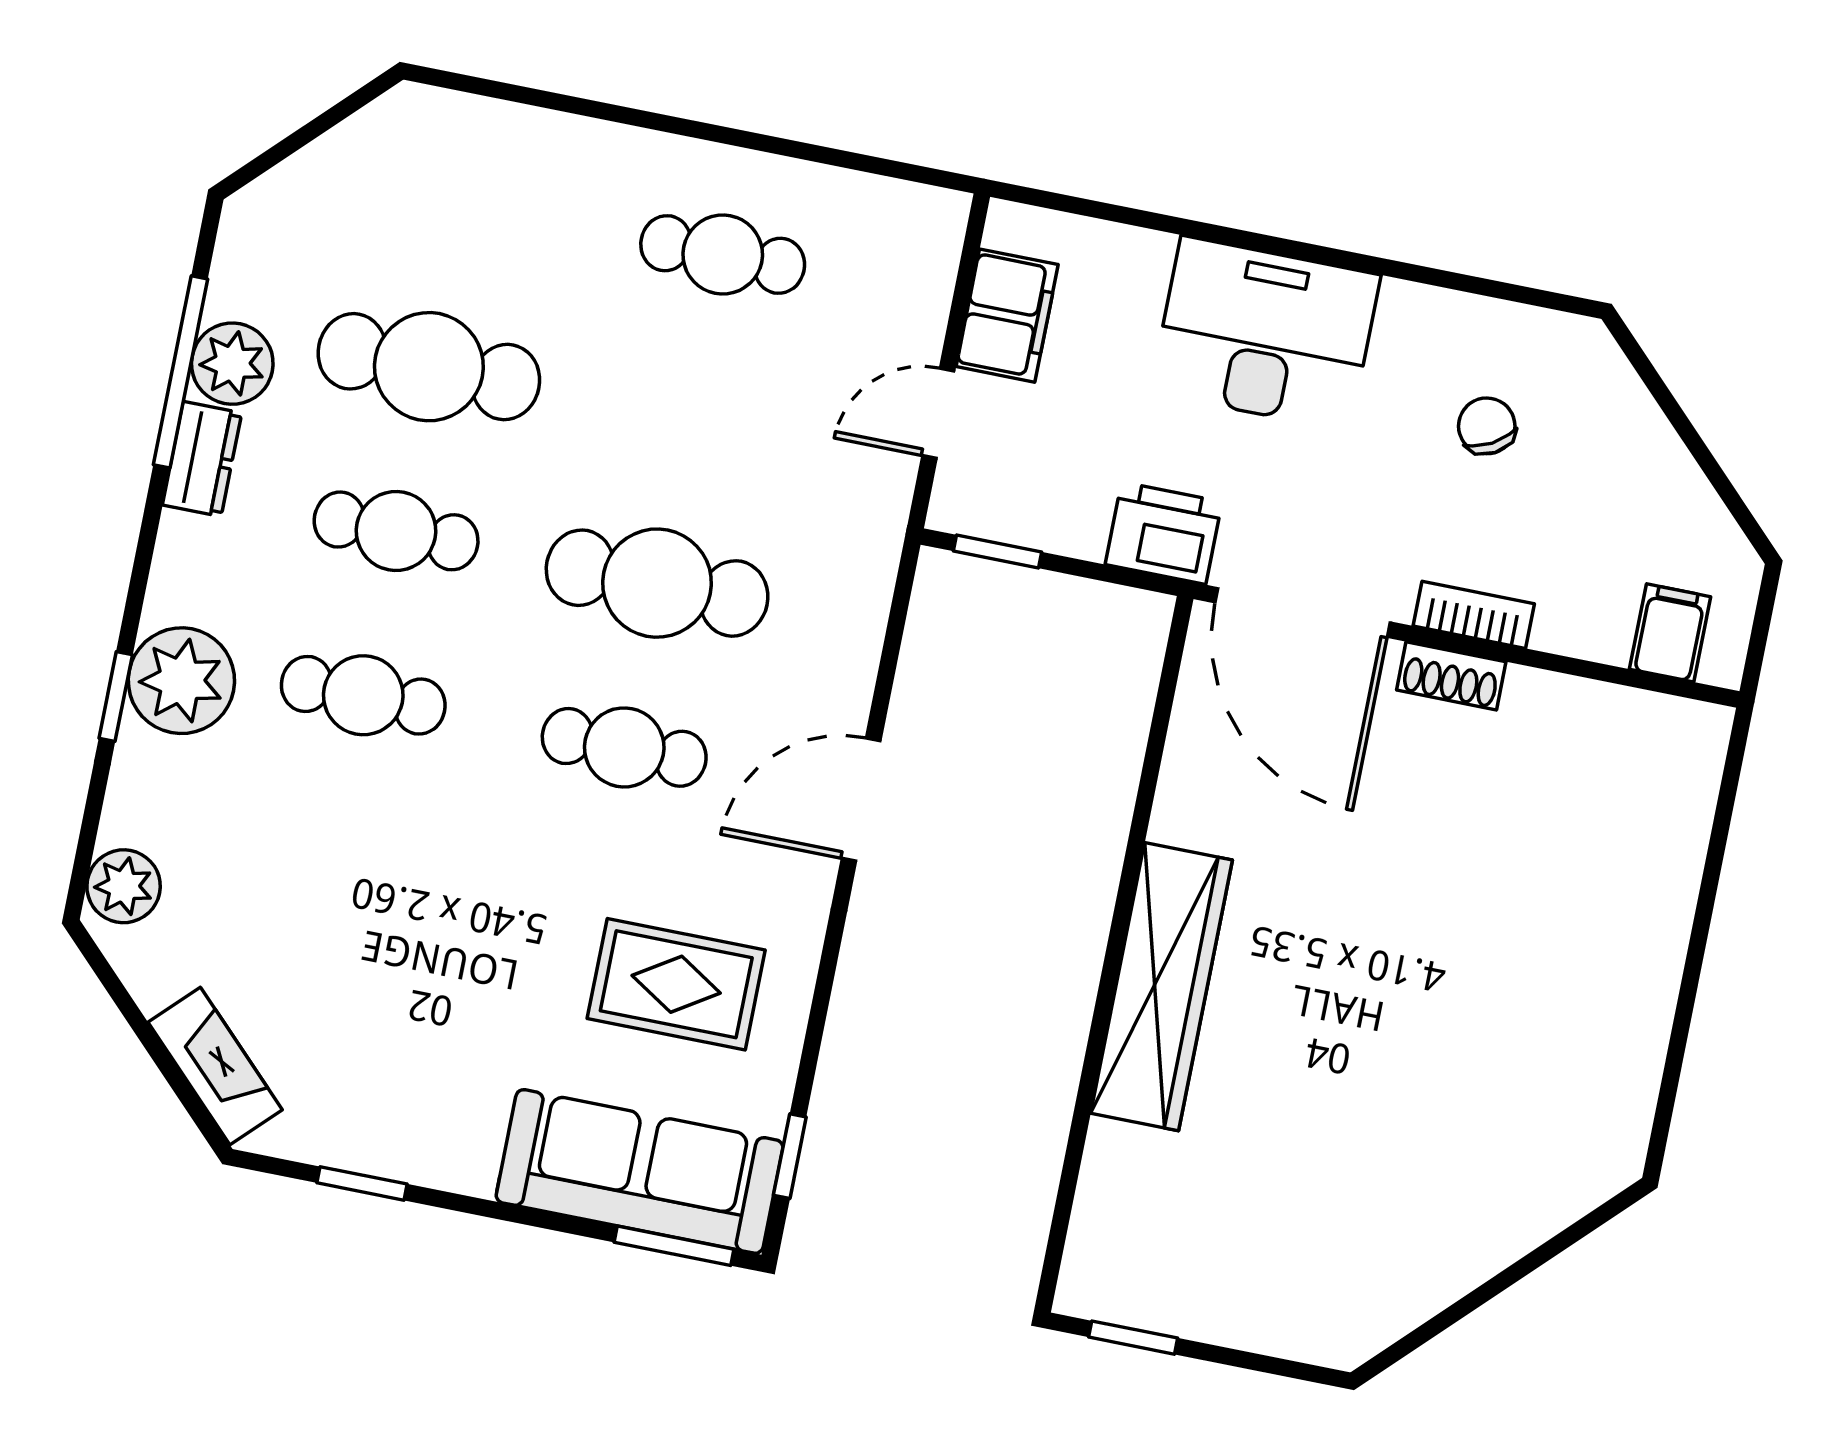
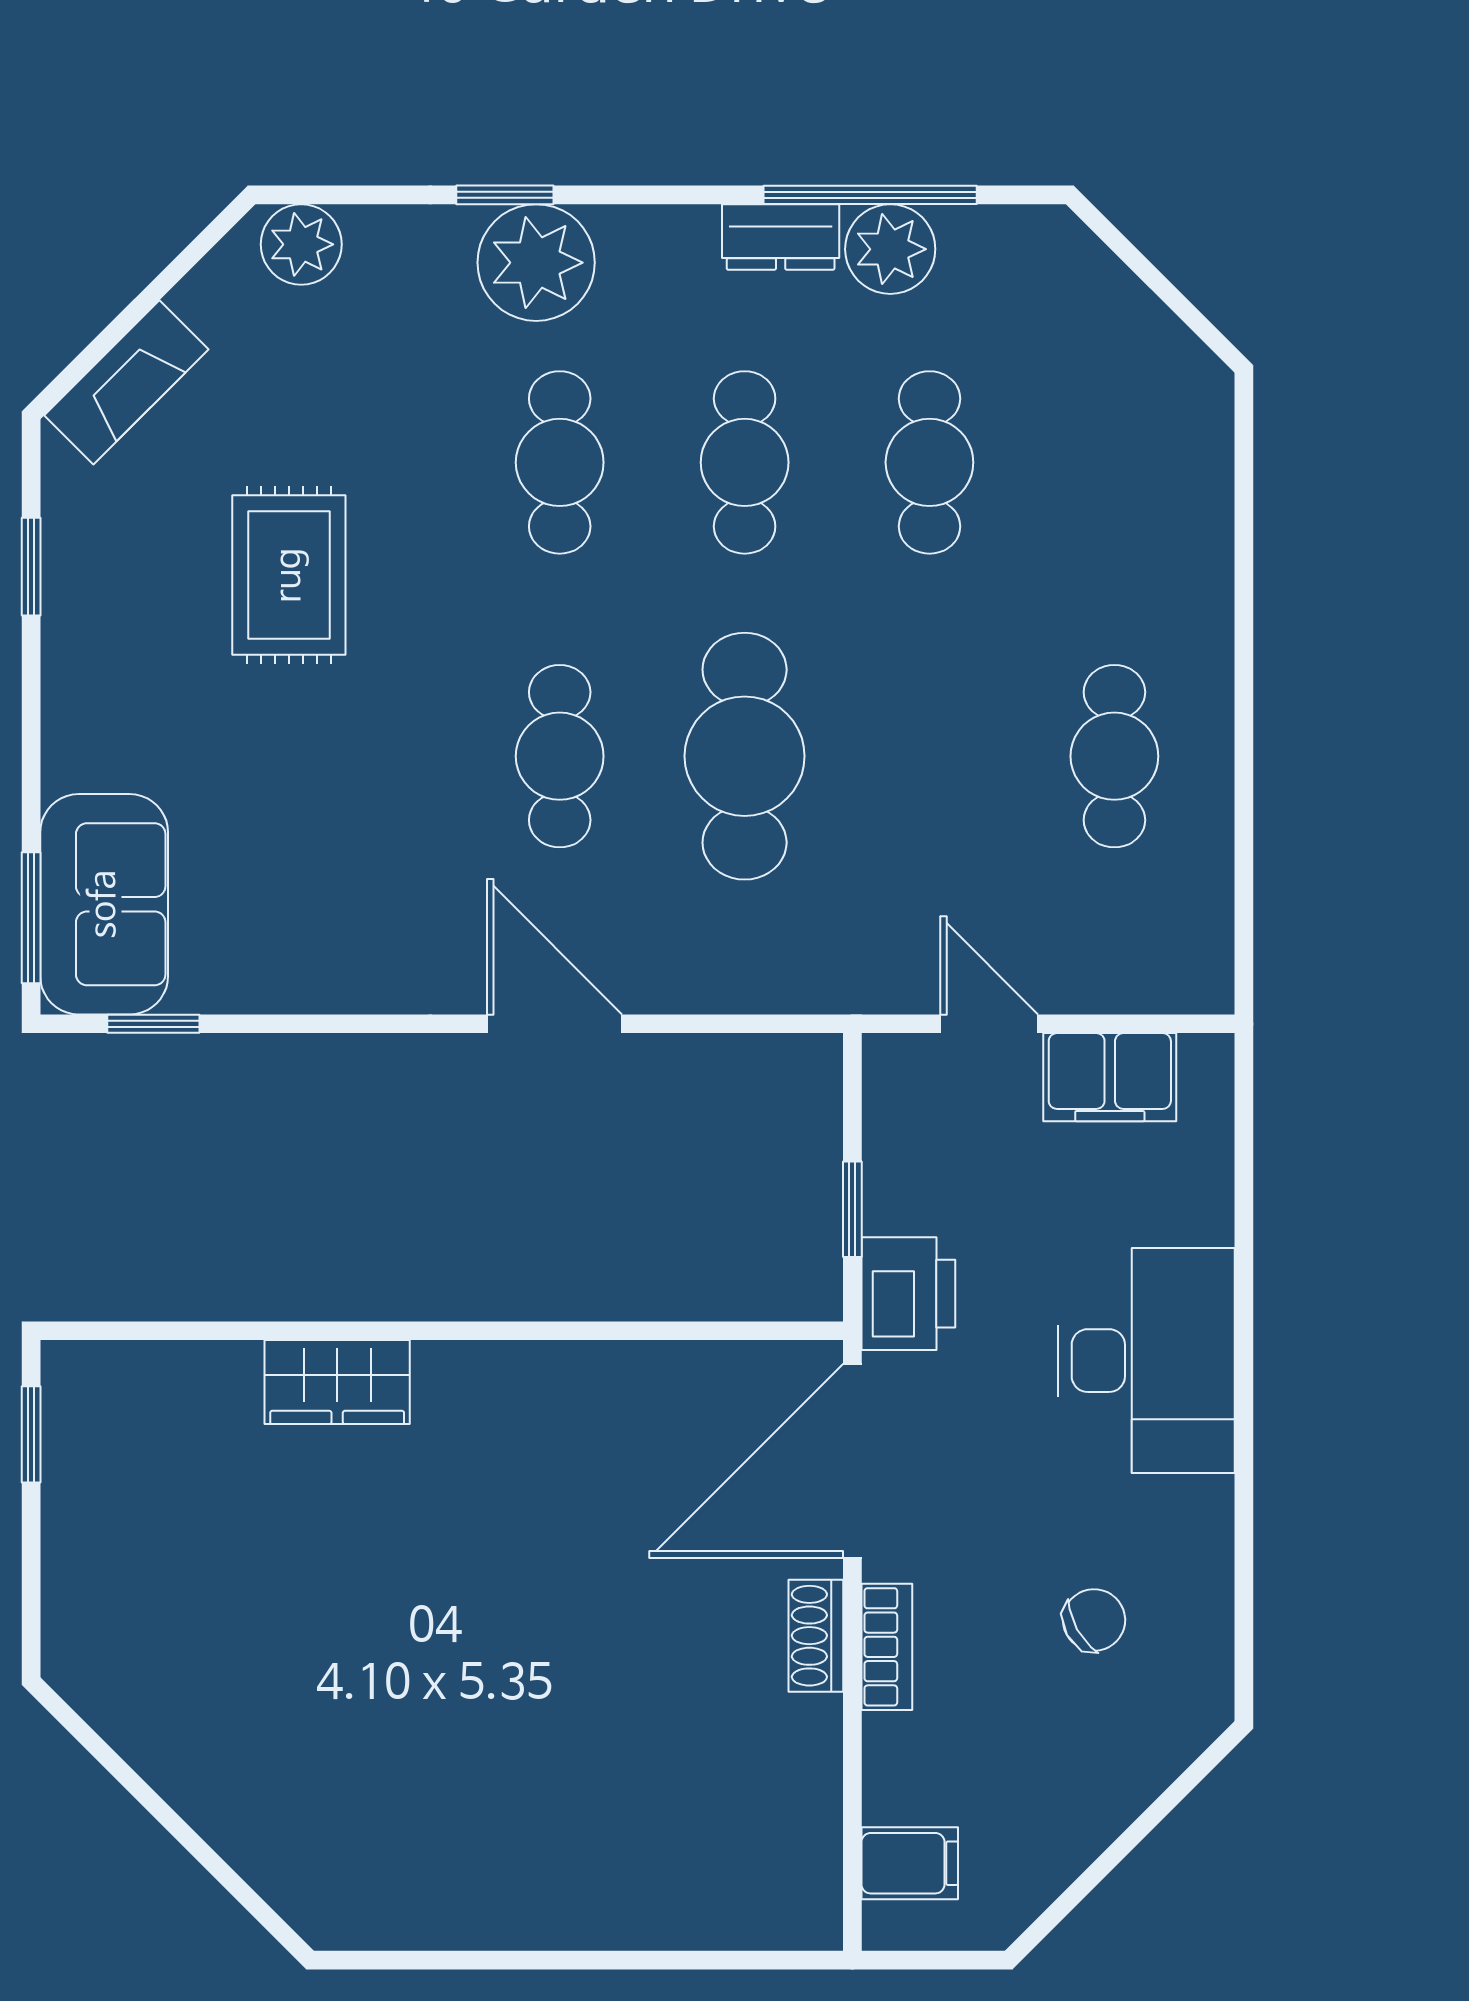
cafe table: (429, 367) -> (929, 462), width x0.73, depth x0.74
window: (997, 552) -> (852, 1209), moved
rug: (676, 984) -> (289, 575), moved
wardrobe: (1162, 987) -> (337, 1382), width x0.48, depth x0.85
sofa: (640, 1171) -> (104, 904), width x0.73

